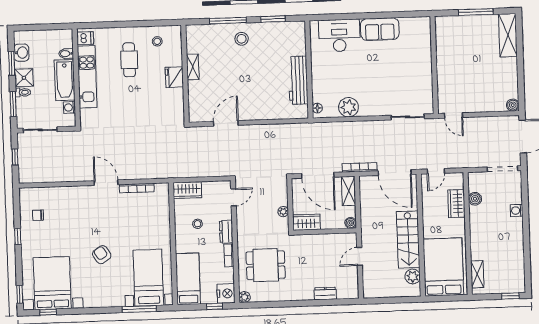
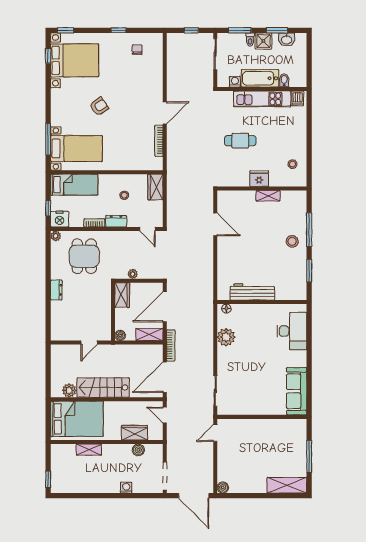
sofa: (380, 29) -> (297, 391), moved, width x1.36
cafe table: (129, 60) -> (240, 141), moved
door: (360, 256) -> (89, 342), swing flipped
shelving: (477, 274) -> (89, 450), moved
dresser: (325, 294) -> (56, 290), moved

